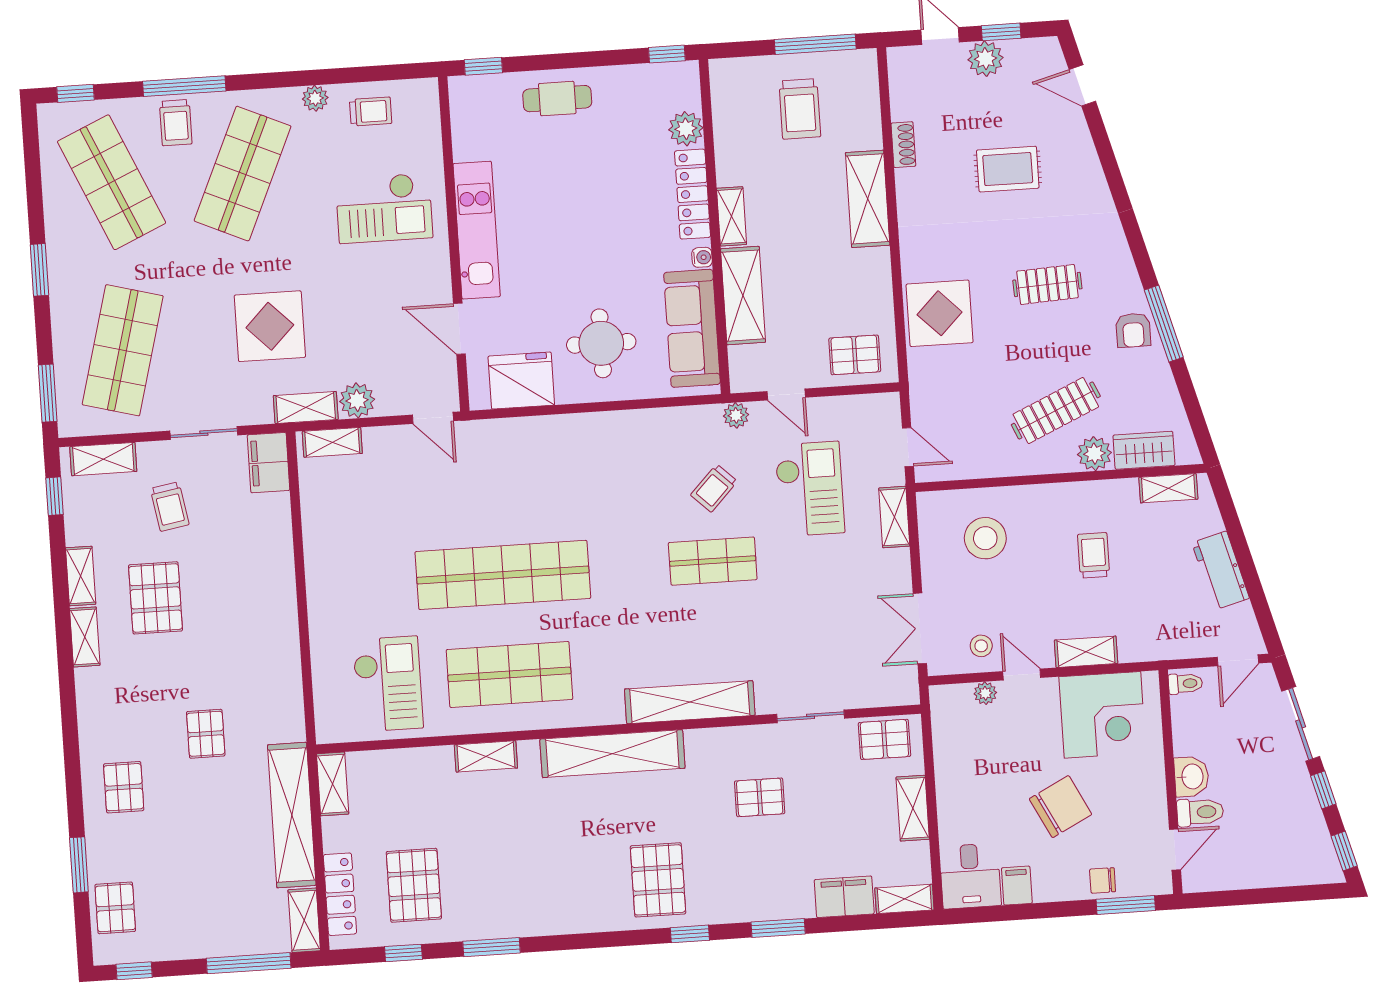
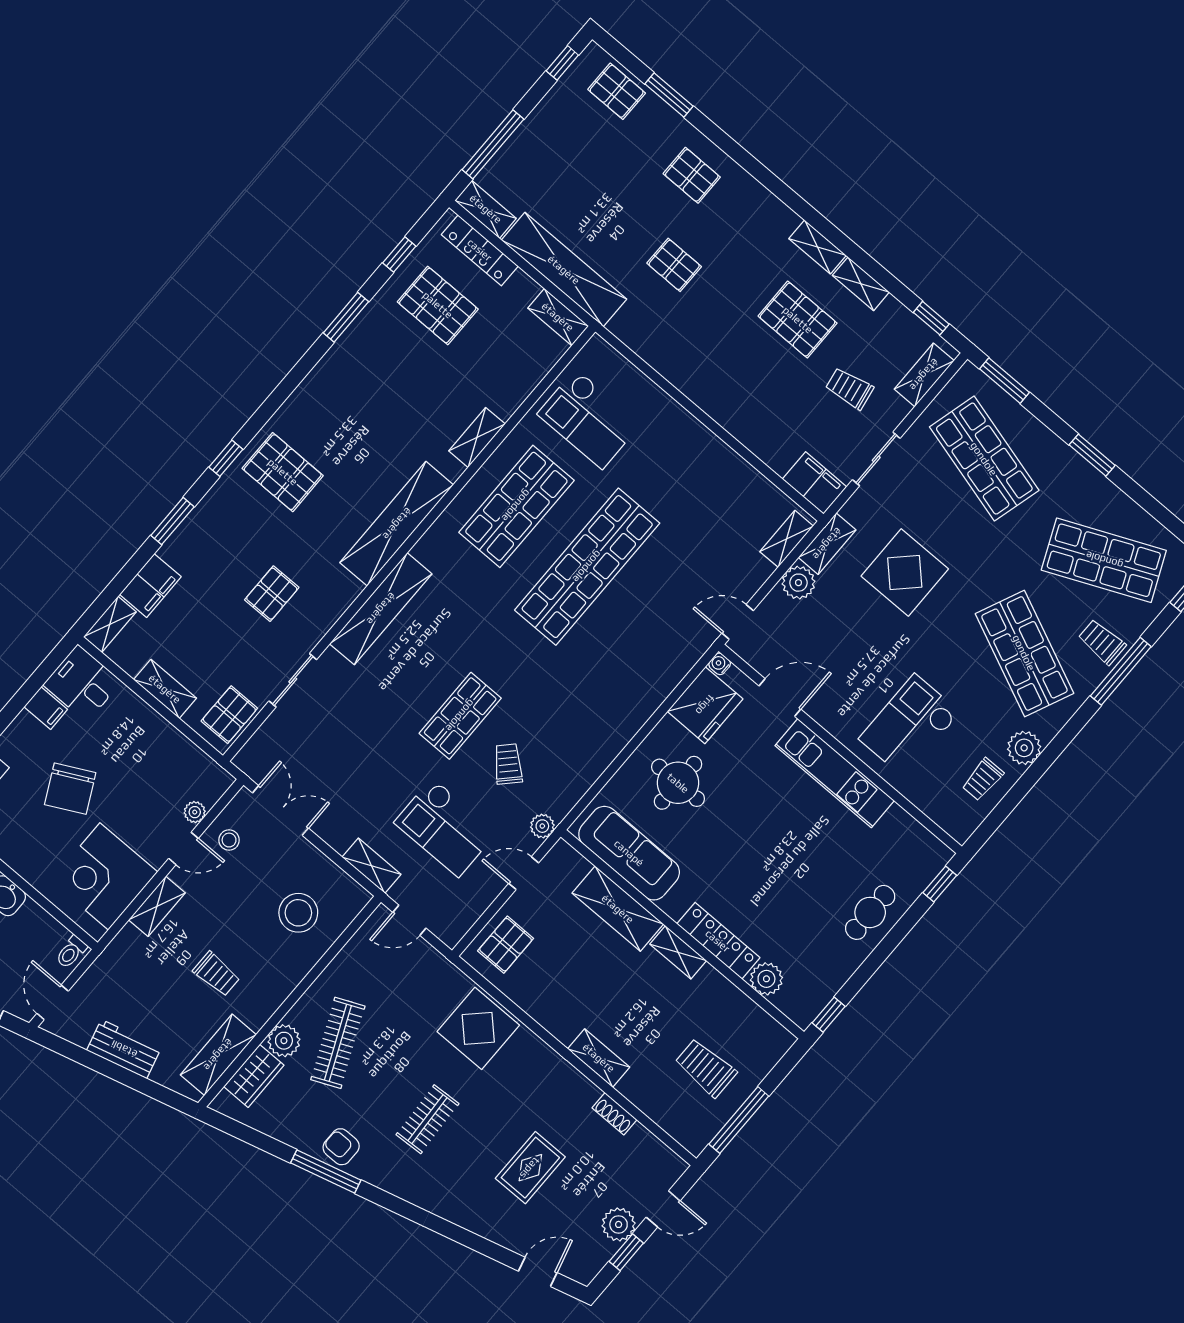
plant: (315, 98) -> (1024, 748), width x1.38, depth x1.38
shelving: (868, 199) -> (599, 1058), width x0.67, depth x0.75
water cooler: (702, 257) -> (720, 664), moved, turned 90
shelving: (1168, 488) -> (218, 1055), width x1.50, depth x1.33

